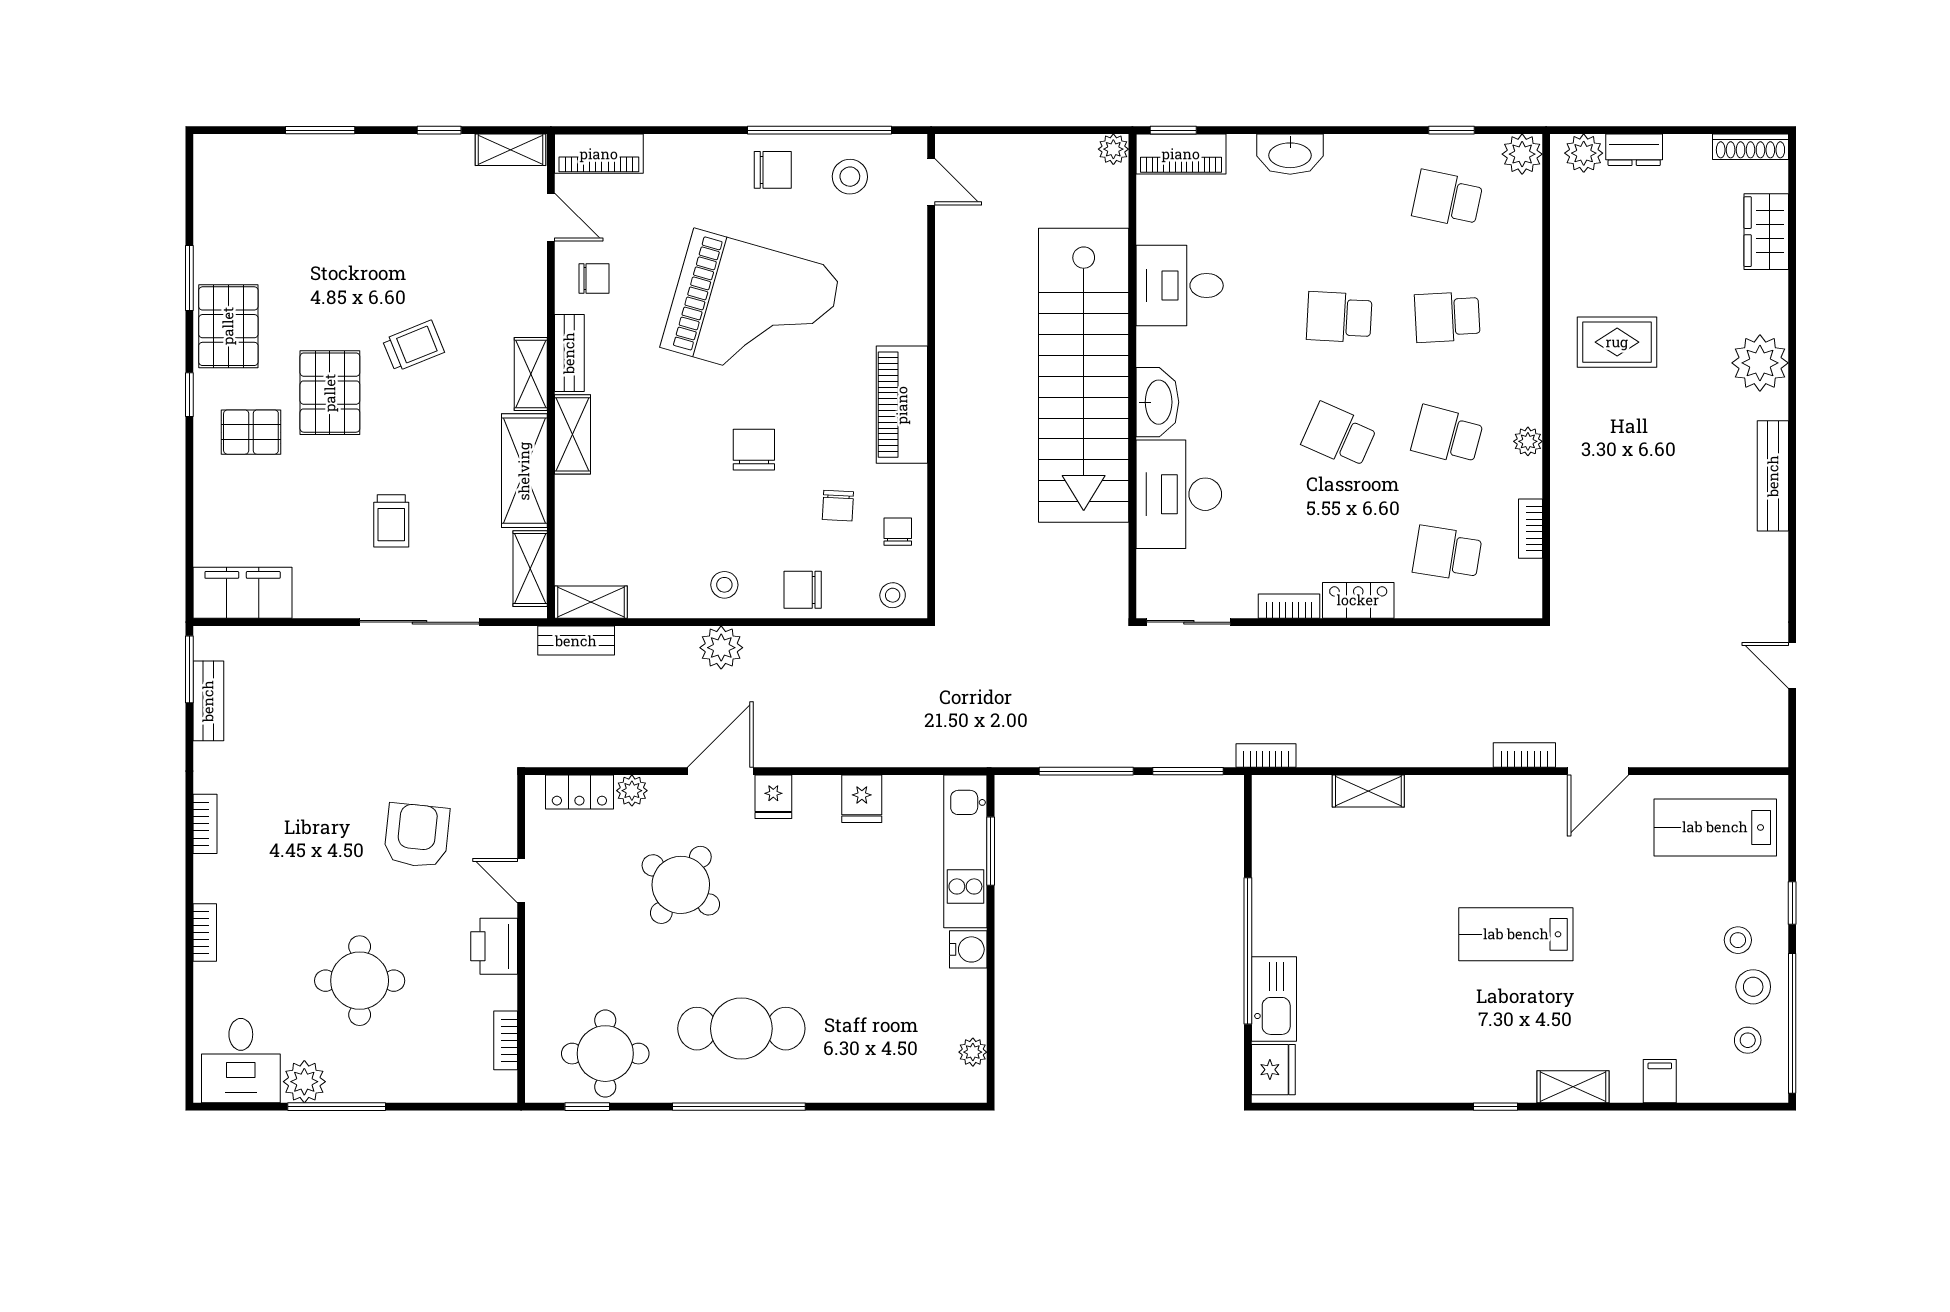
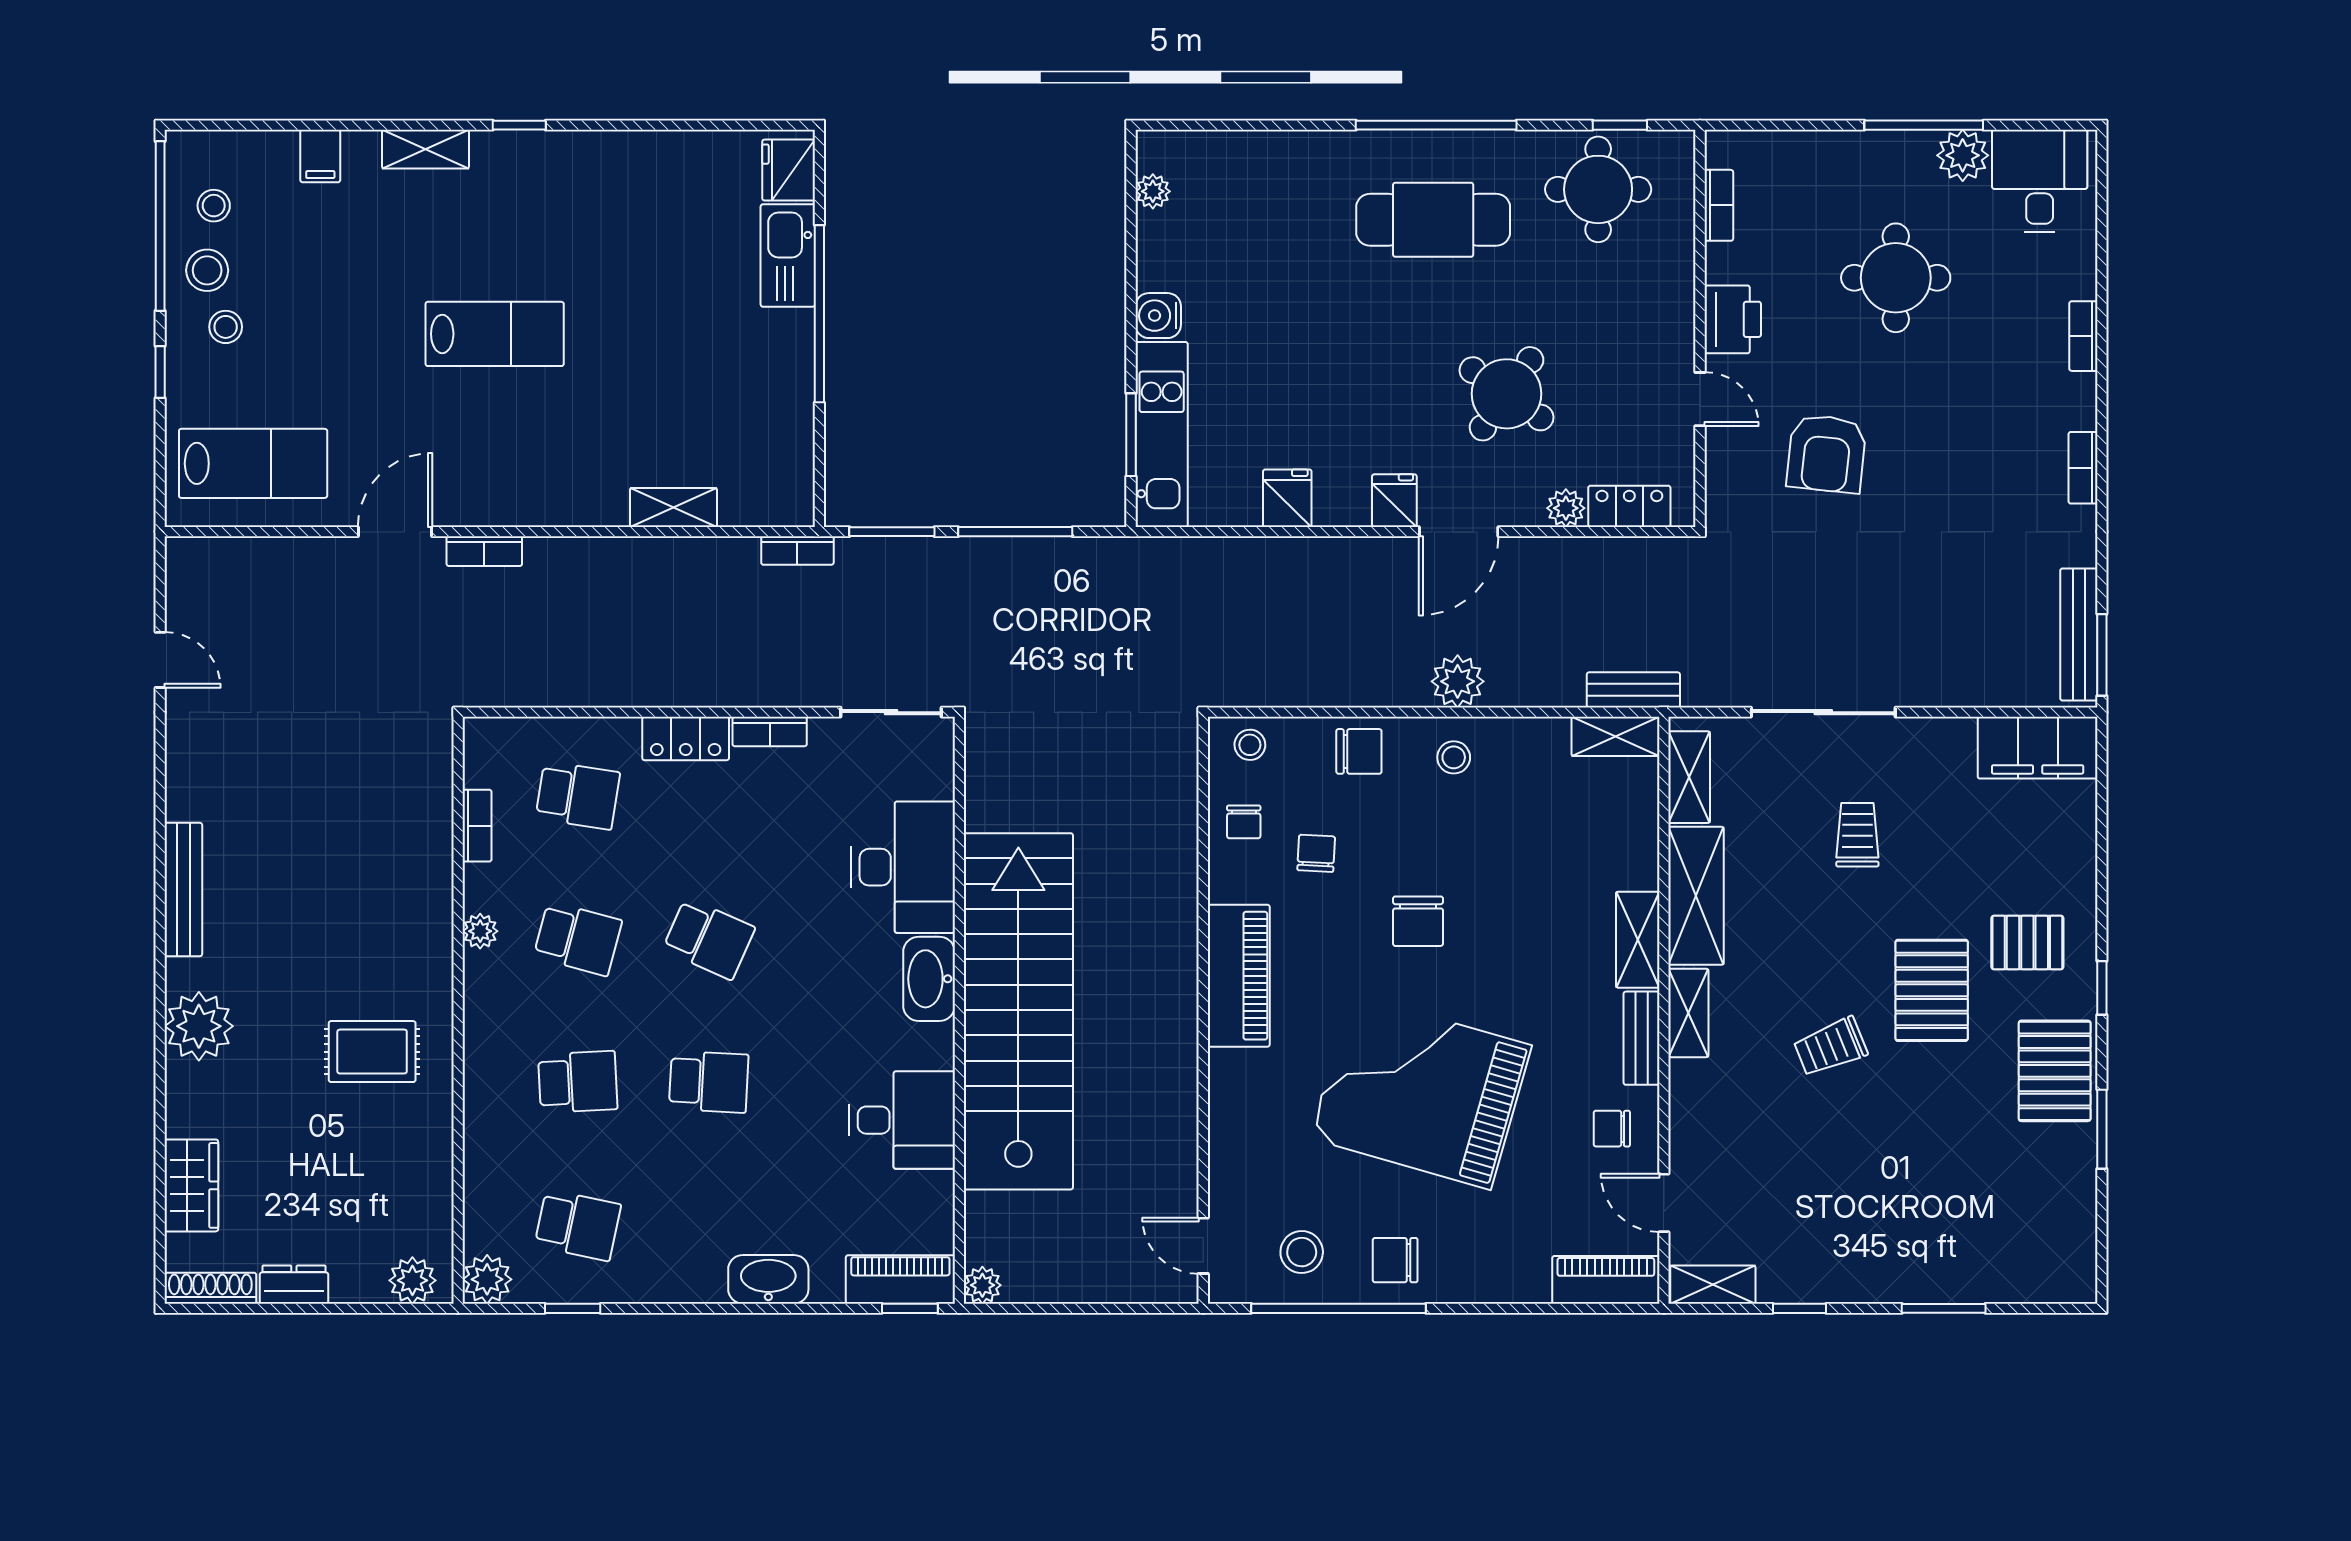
dresser: (1634, 150) -> (294, 1285), moved
bench: (208, 701) -> (2079, 634), width x1.36

